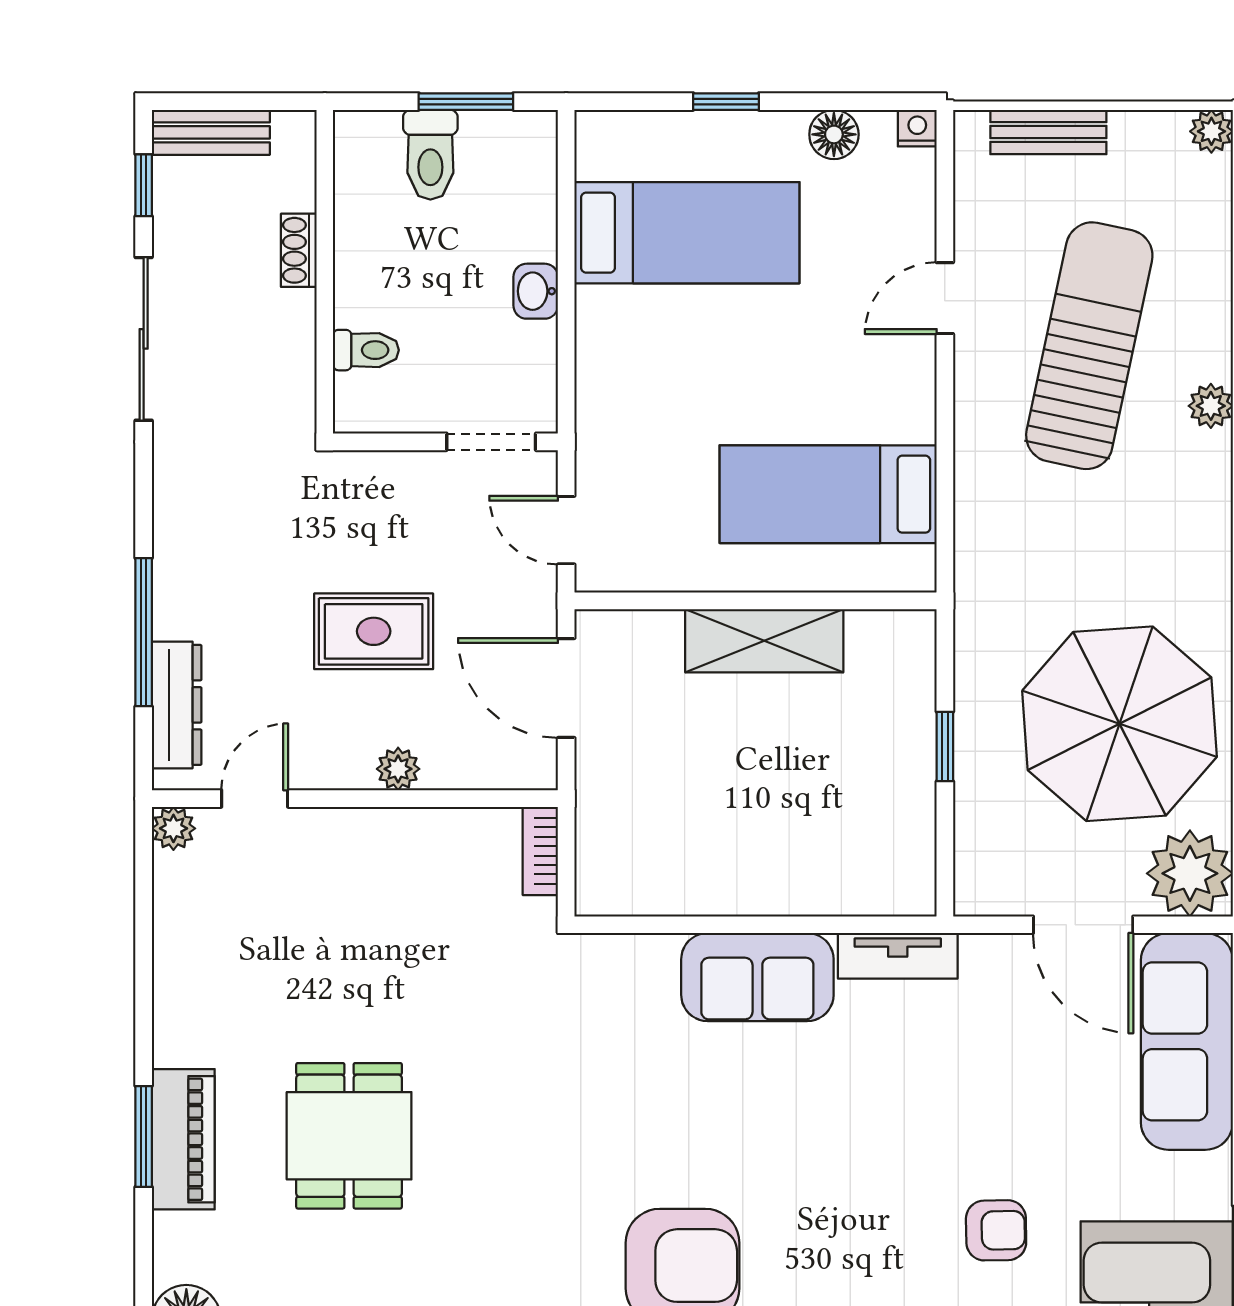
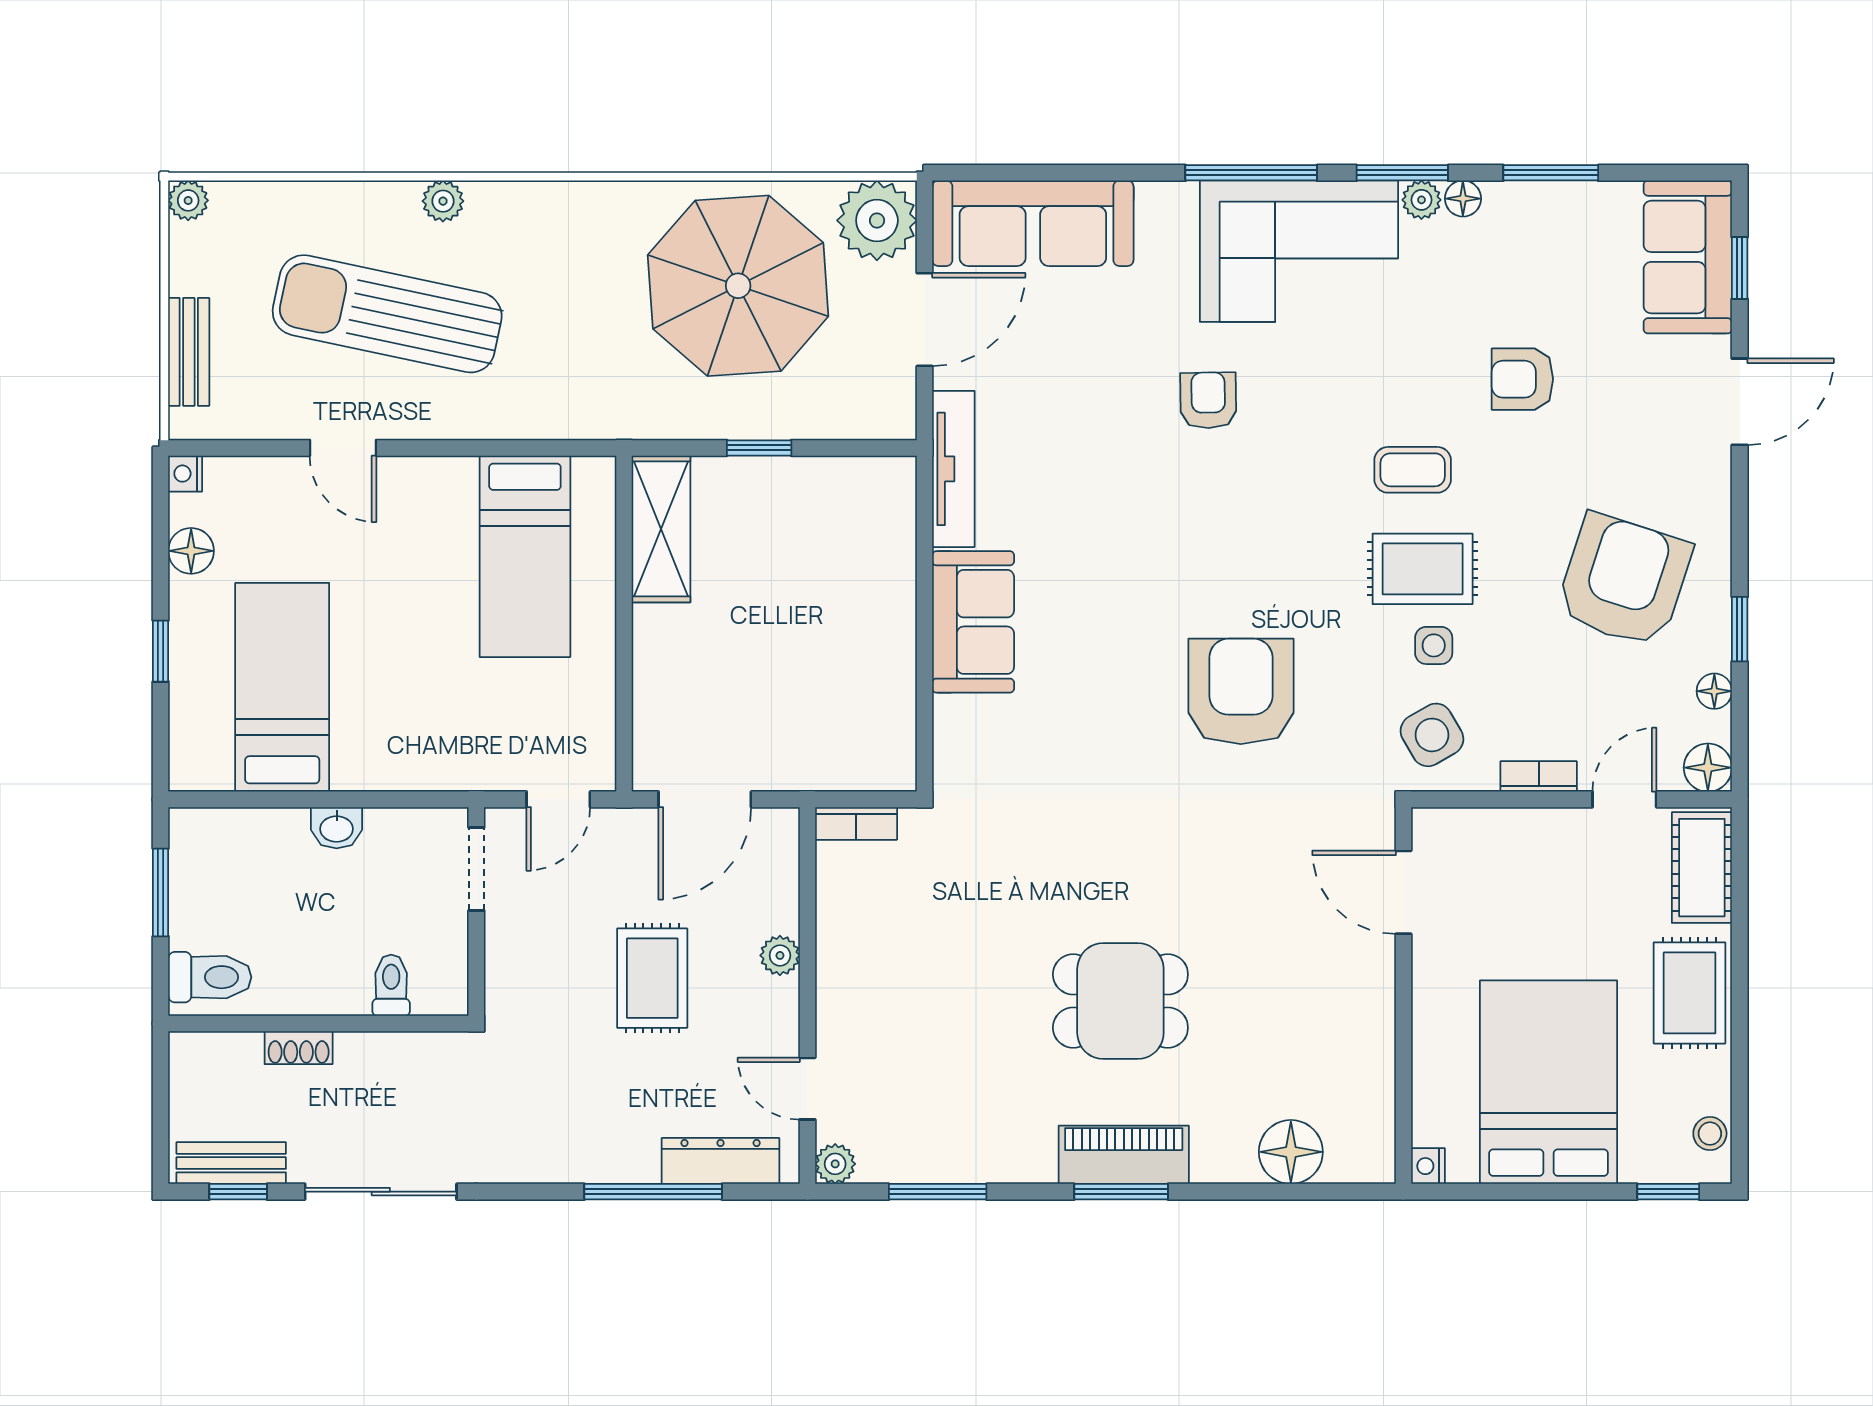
bench: (211, 132) -> (231, 1163), moved, turned 90
toilet: (430, 155) -> (210, 977), moved
shelving: (764, 641) -> (661, 529), moved
window: (144, 939) -> (938, 1192), added
tv unit: (898, 956) -> (953, 469), width x1.41

